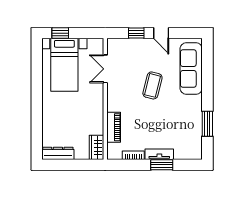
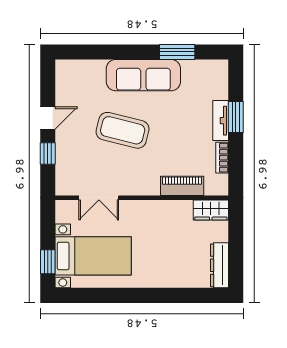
sofa: (191, 68) -> (143, 75), moved
coffee table: (152, 85) -> (123, 130), width x1.36, depth x1.32

